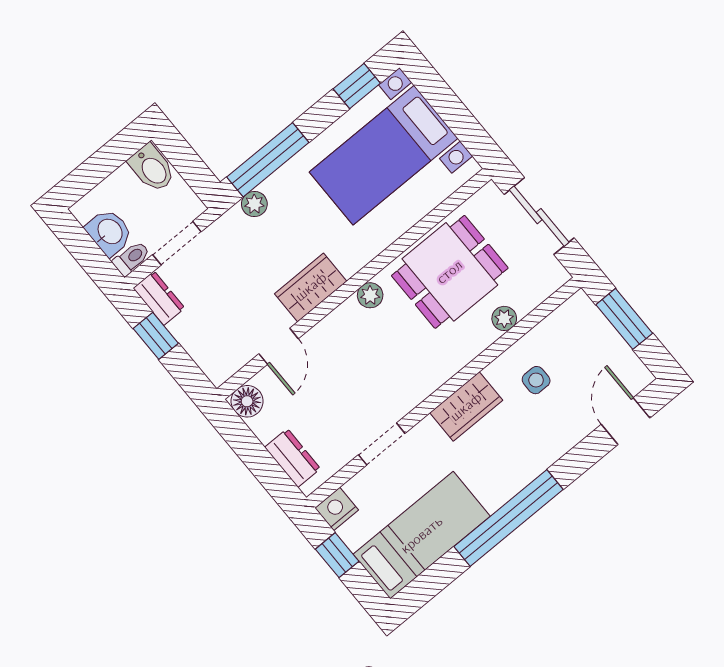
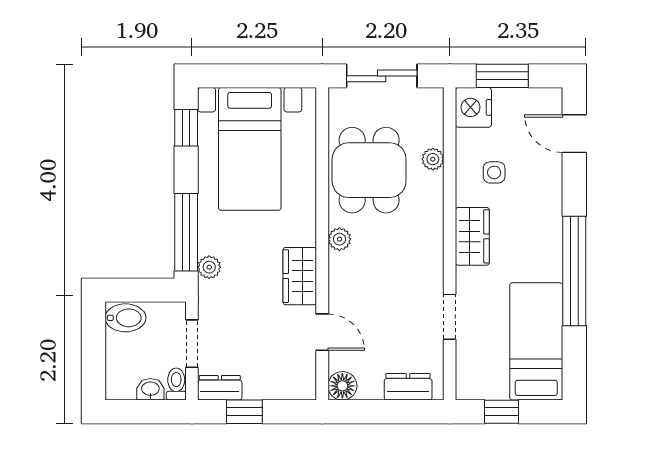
washbasin: (109, 232) -> (150, 389), width x0.72, depth x0.69
nightstand: (337, 509) -> (473, 107), moved, width x1.36, depth x1.33

